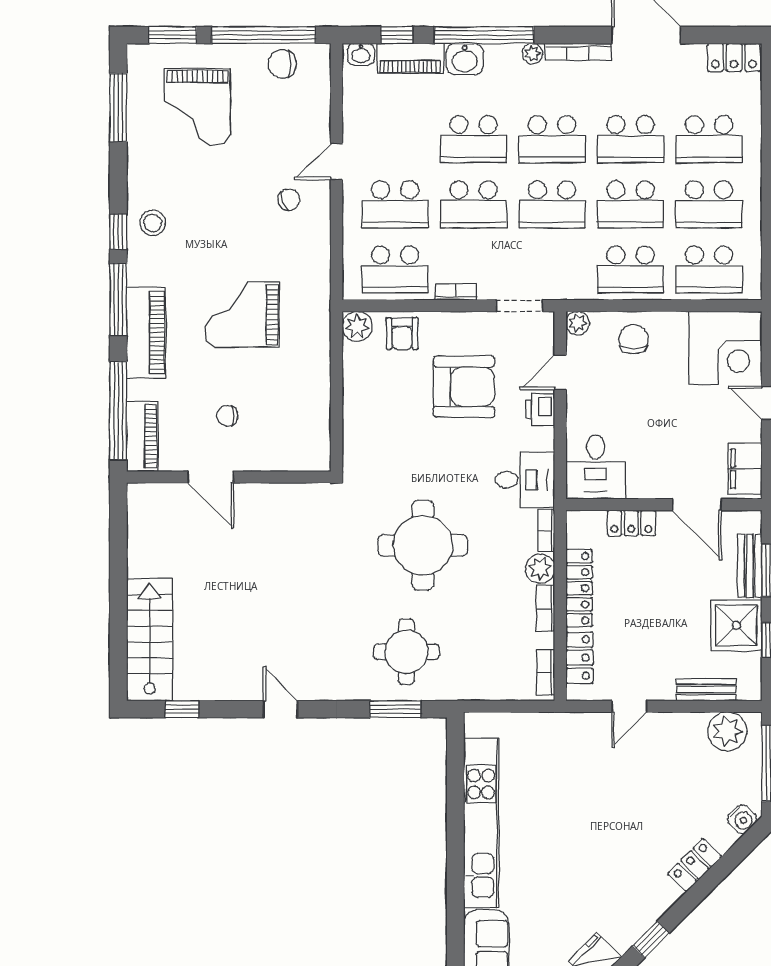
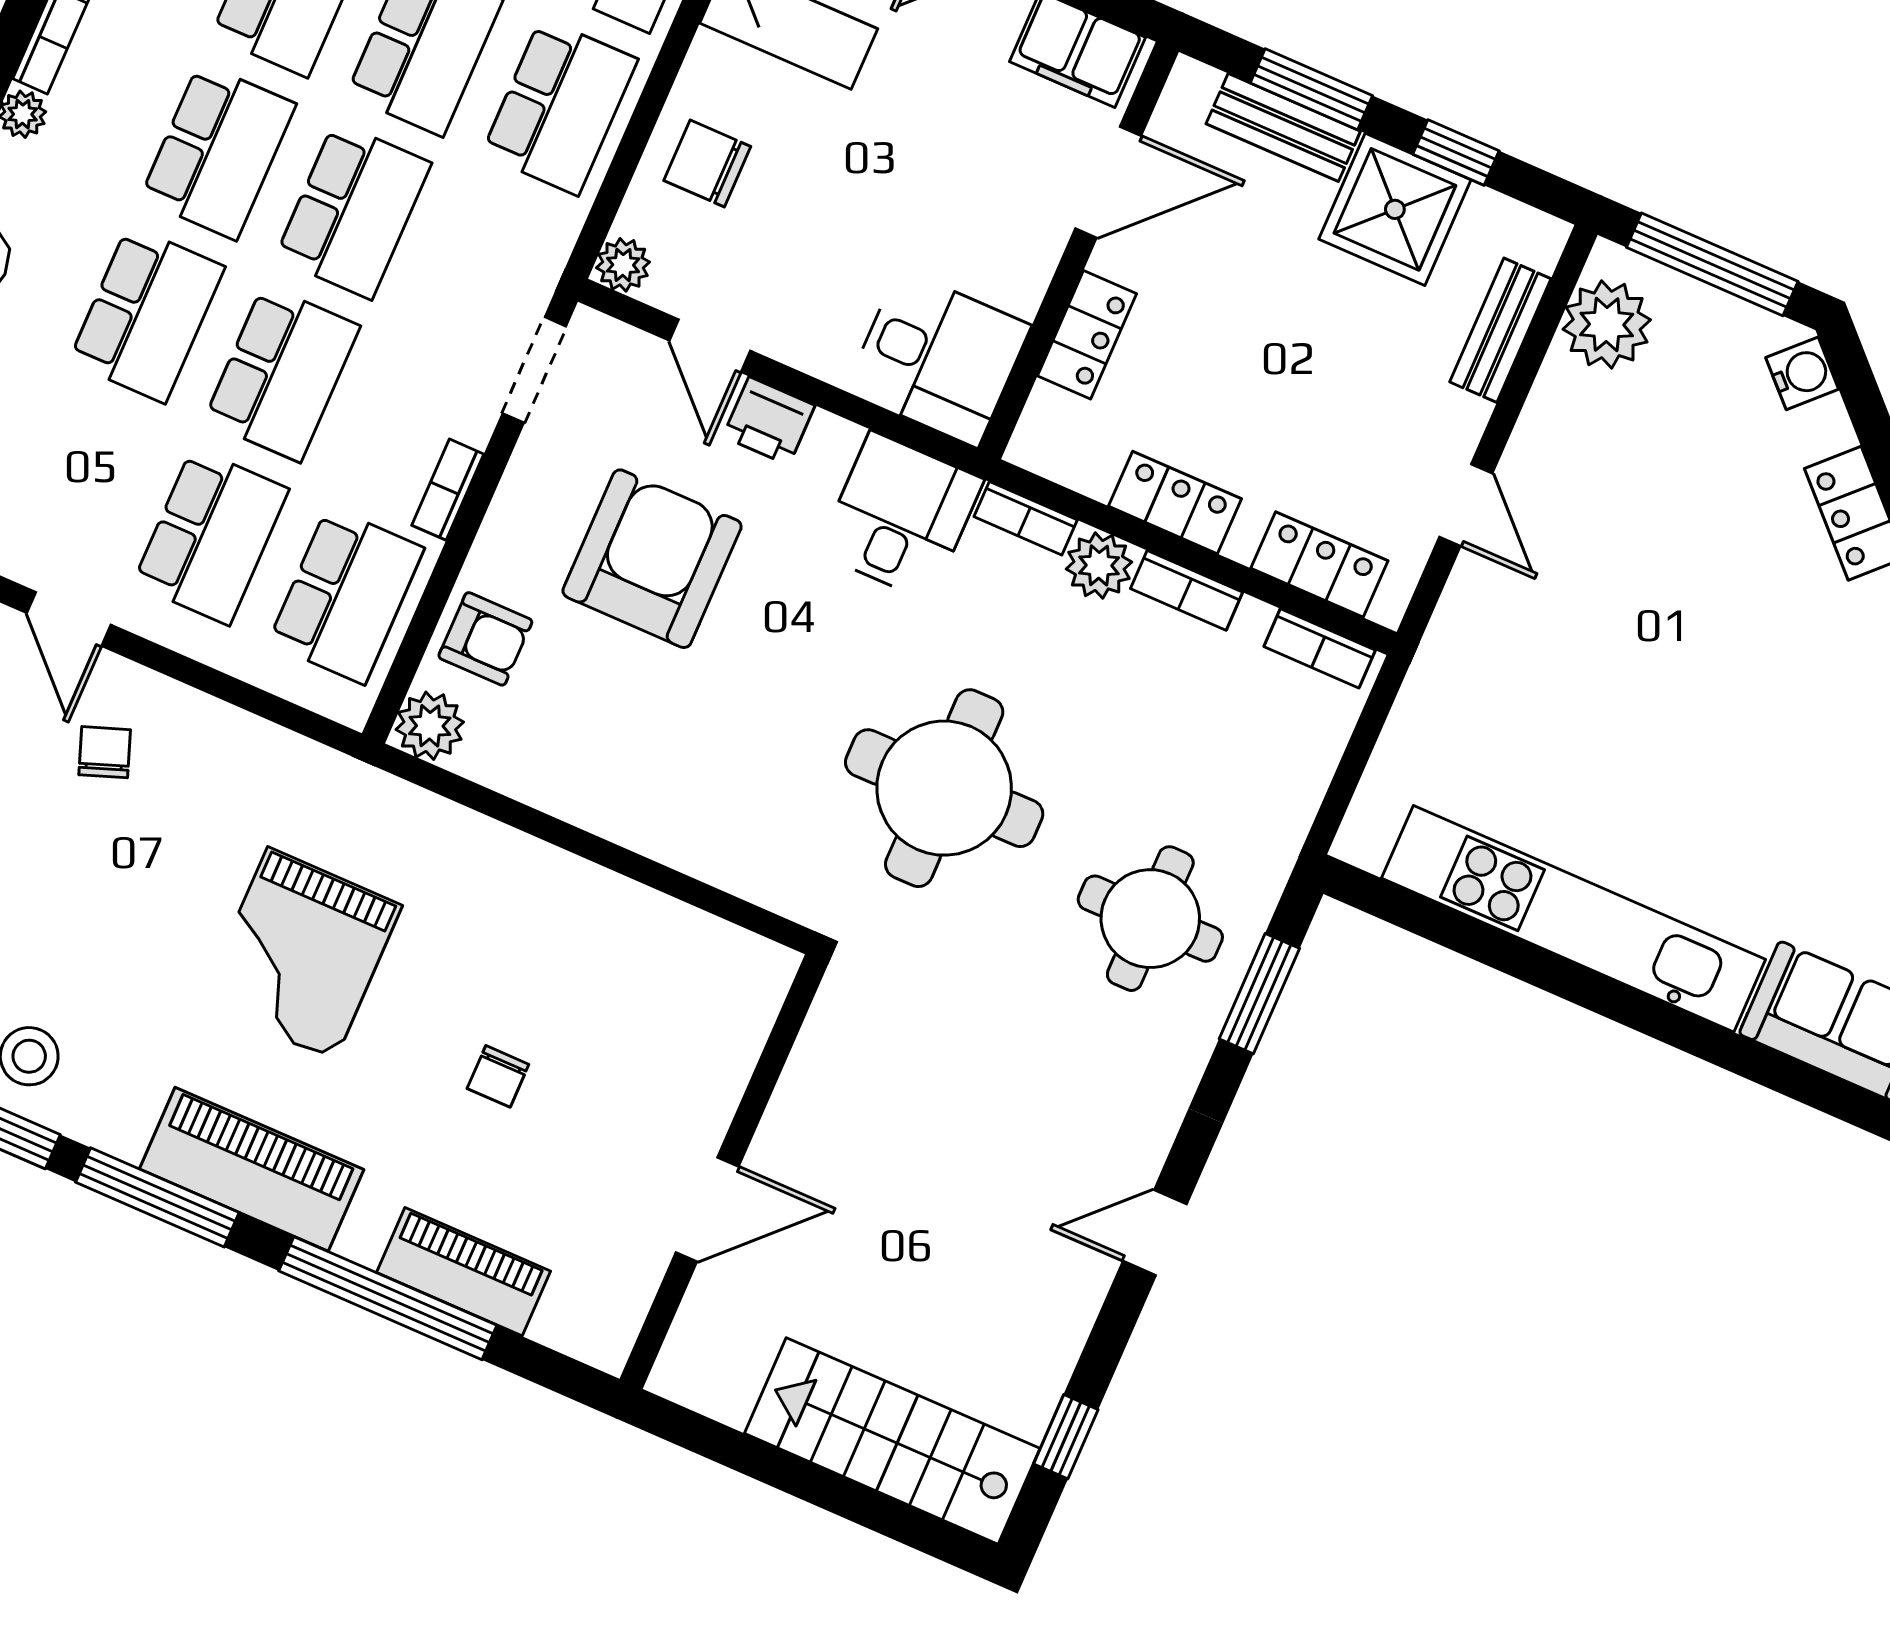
door: (211, 477) -> (707, 1209), moved
wall: (229, 477) -> (724, 1172), moved
locker: (579, 588) -> (1175, 502), width x0.66

